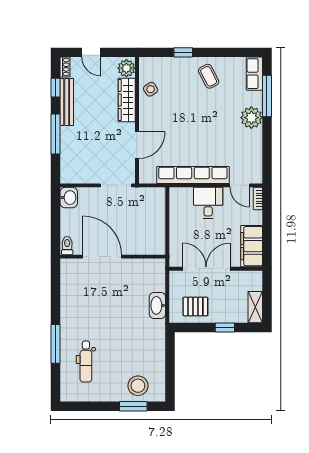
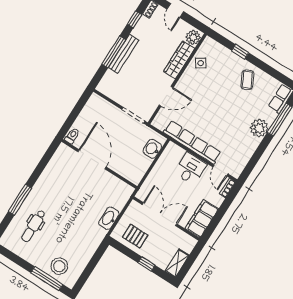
bench: (67, 102) -> (124, 54), moved
washbasin: (69, 198) -> (152, 149), moved, turned 180
window: (133, 406) -> (47, 279), width x1.44

